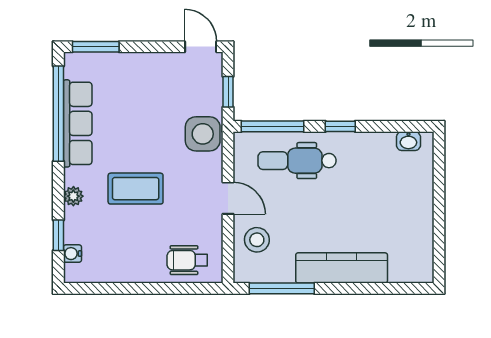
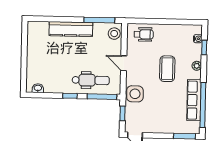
coffee table: (136, 189) -> (167, 69), turned 90
stool: (257, 240) -> (114, 34), moved

